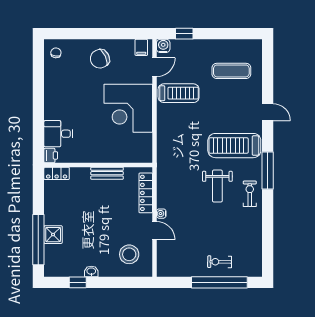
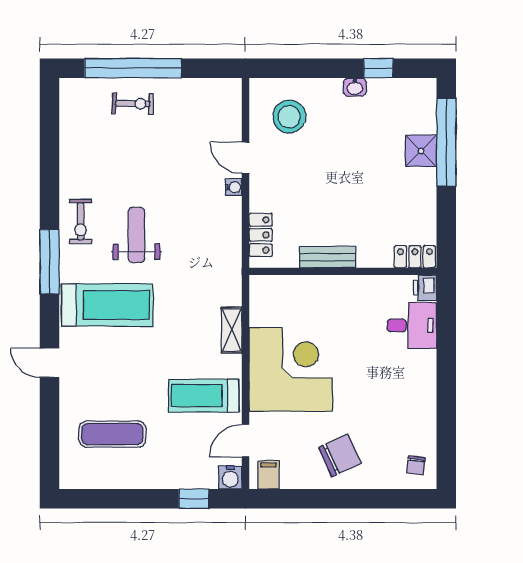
shelving: (162, 131) -> (232, 330), added
locker: (146, 193) -> (261, 235), width x0.66

